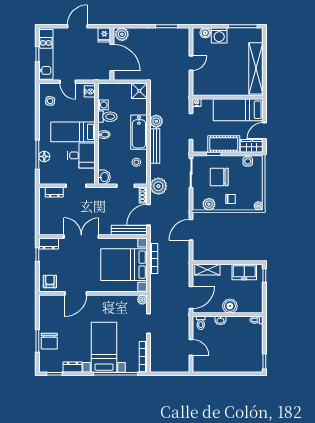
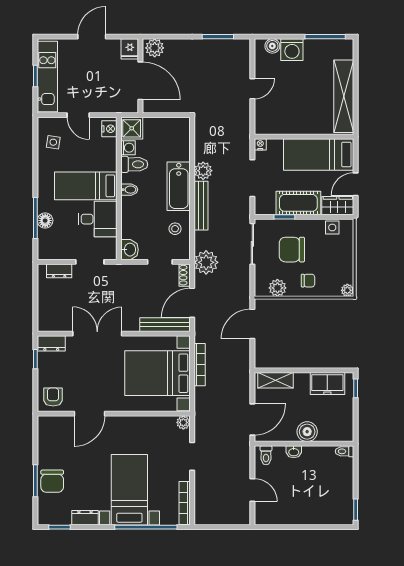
shower: (139, 91) -> (132, 128), moved

